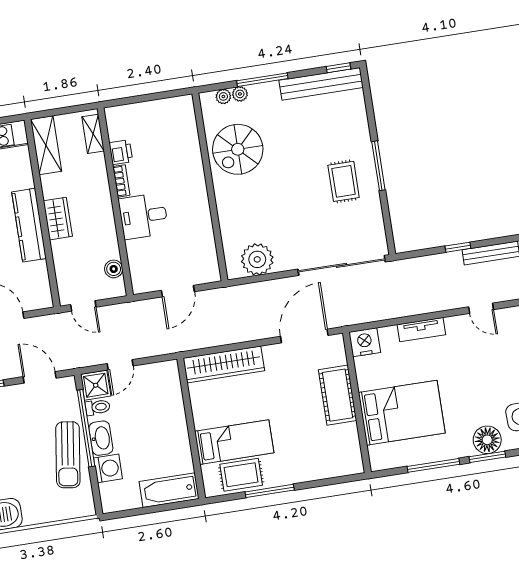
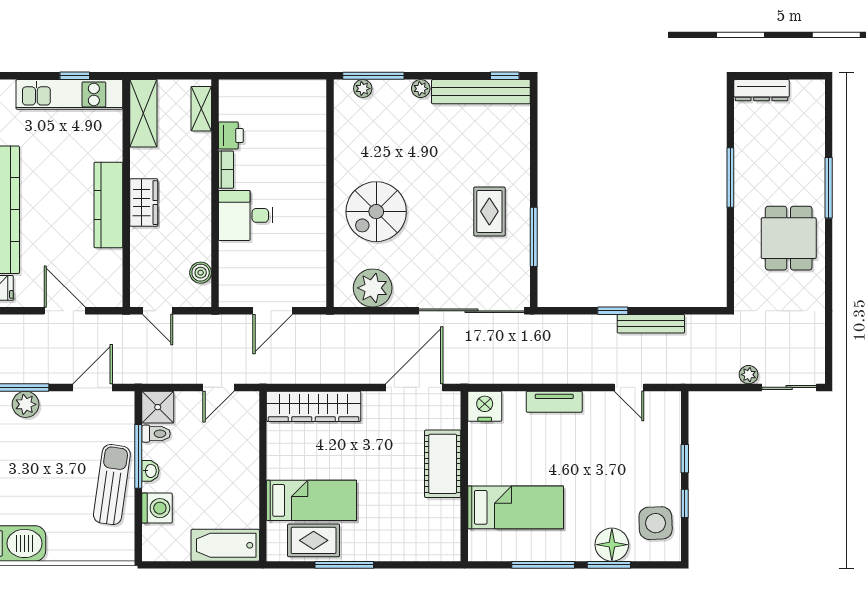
window: (262, 80) -> (373, 76), moved
plant: (240, 94) -> (421, 89), moved
spiral stairs: (238, 149) -> (376, 212), moved
window: (378, 166) -> (534, 237), moved
door: (120, 365) -> (219, 387), moved
door: (40, 377) -> (93, 387), hinge flipped
bed: (402, 413) -> (516, 507), width x0.67
window: (86, 428) -> (138, 456), width x0.68
washbasin: (101, 438) -> (150, 471), width x0.52, depth x0.69
sun lounger: (68, 455) -> (112, 485), turned 180

